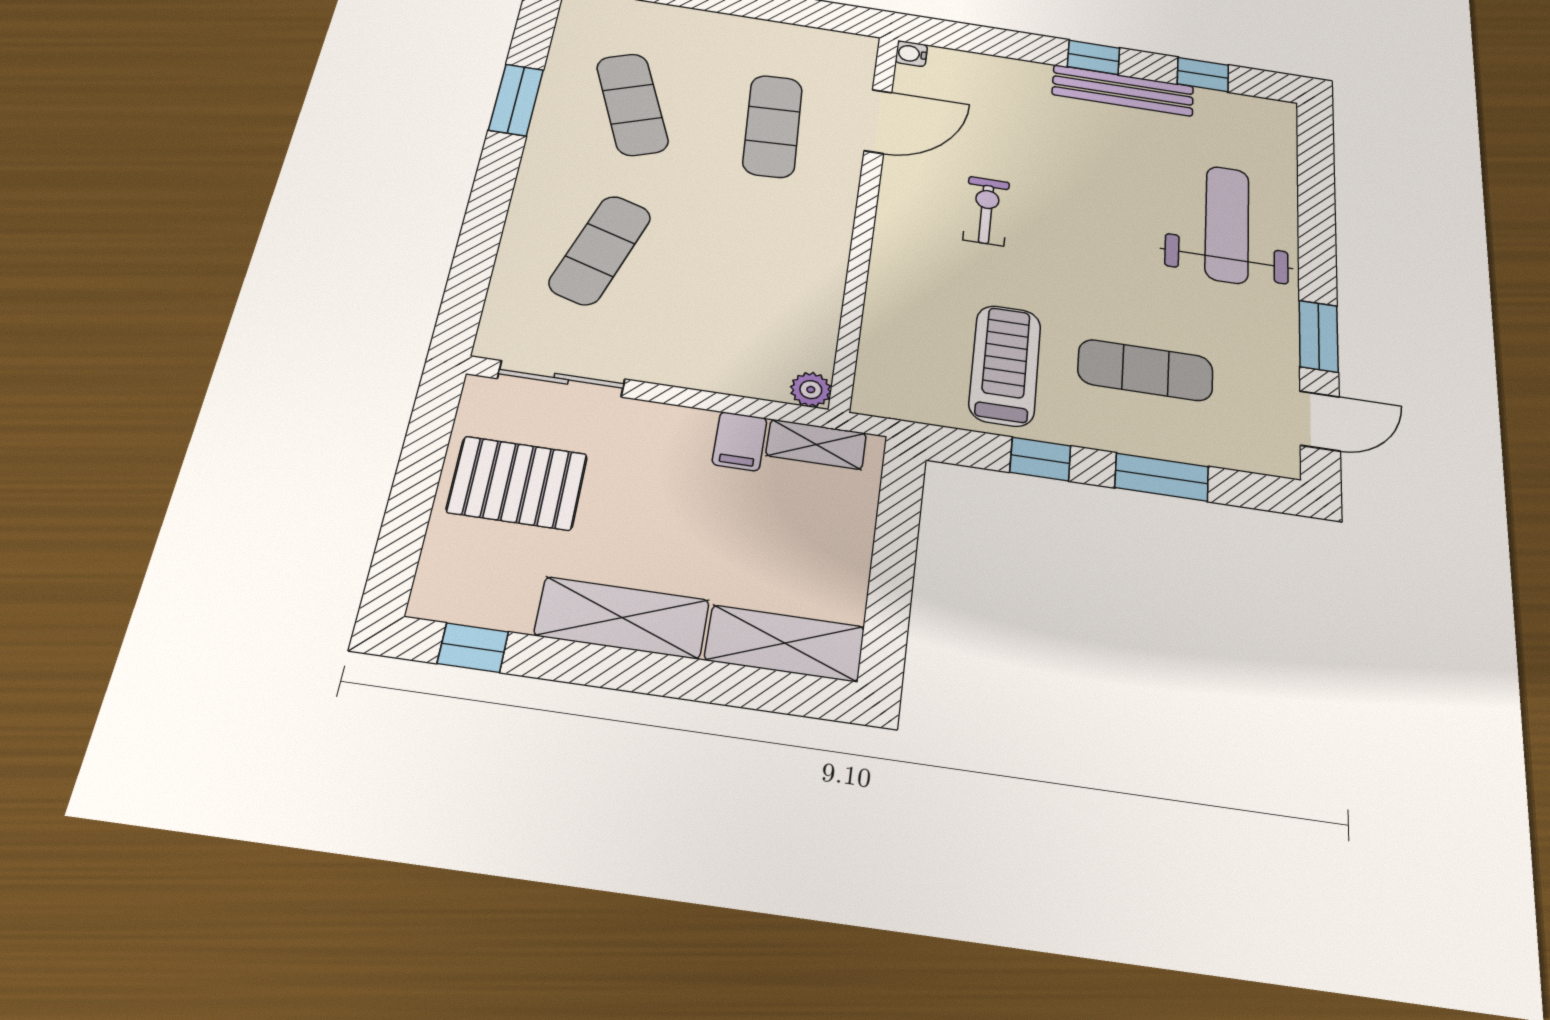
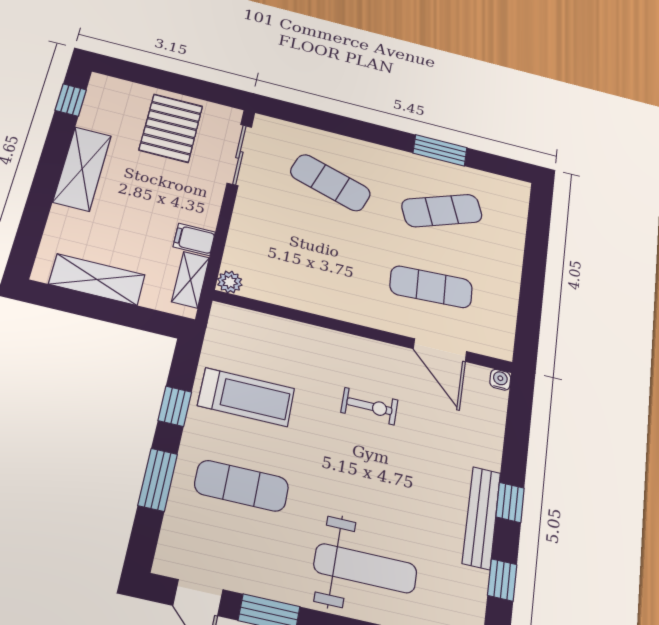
exercise mat: (1145, 370) -> (242, 486), turned 90
shelving: (785, 643) -> (97, 279), moved, turned 90

